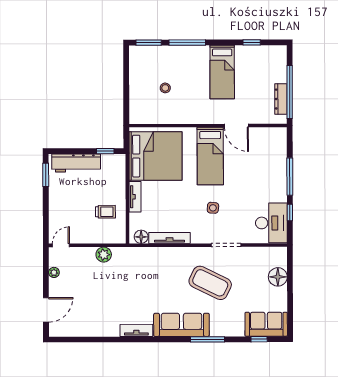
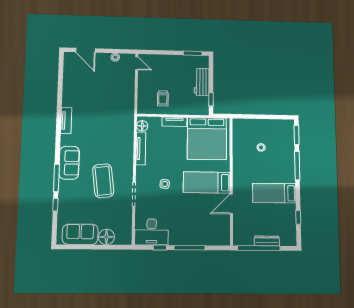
dresser: (281, 99) -> (267, 241), moved
workbench: (76, 163) -> (202, 82), width x0.73
plant: (104, 255) -> (129, 96), removed
coffee table: (210, 283) -> (103, 181), turned -33
sofa: (266, 324) -> (80, 234), moved, turned -90
sofa: (181, 325) -> (69, 163), width x0.73
window: (259, 339) -> (55, 205), moved

